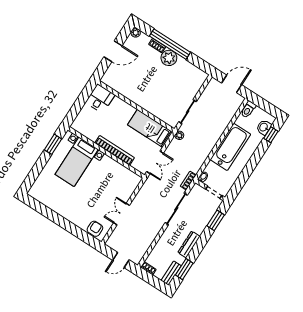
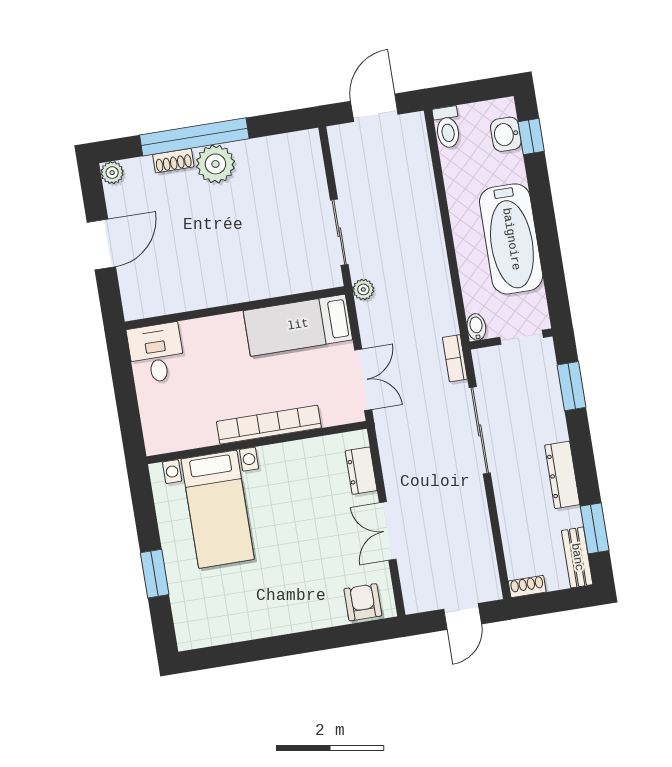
window: (53, 144) -> (155, 574), moved
bathtub: (230, 147) -> (511, 239), moved, turned 180
dresser: (130, 189) -> (361, 471), added

